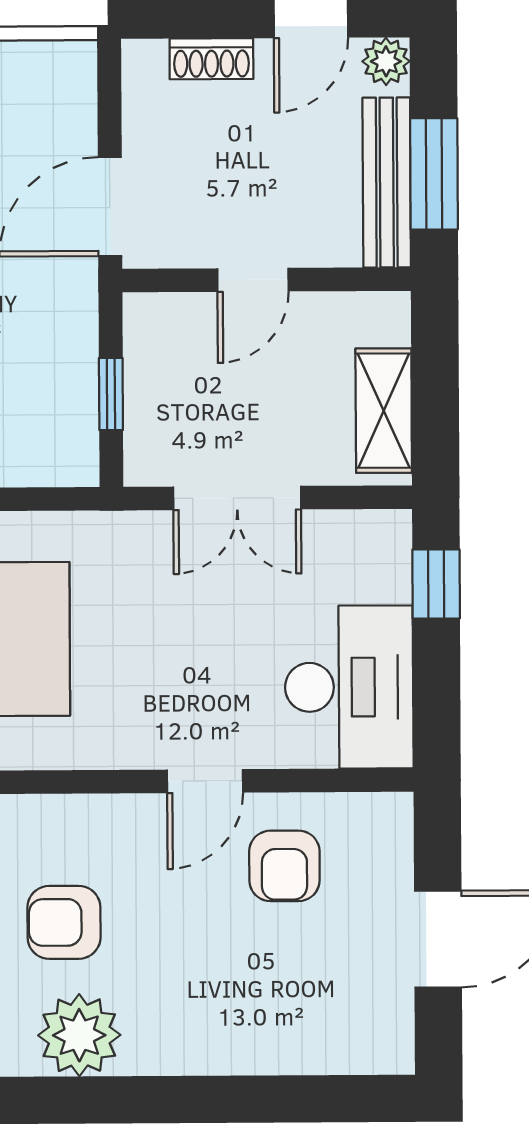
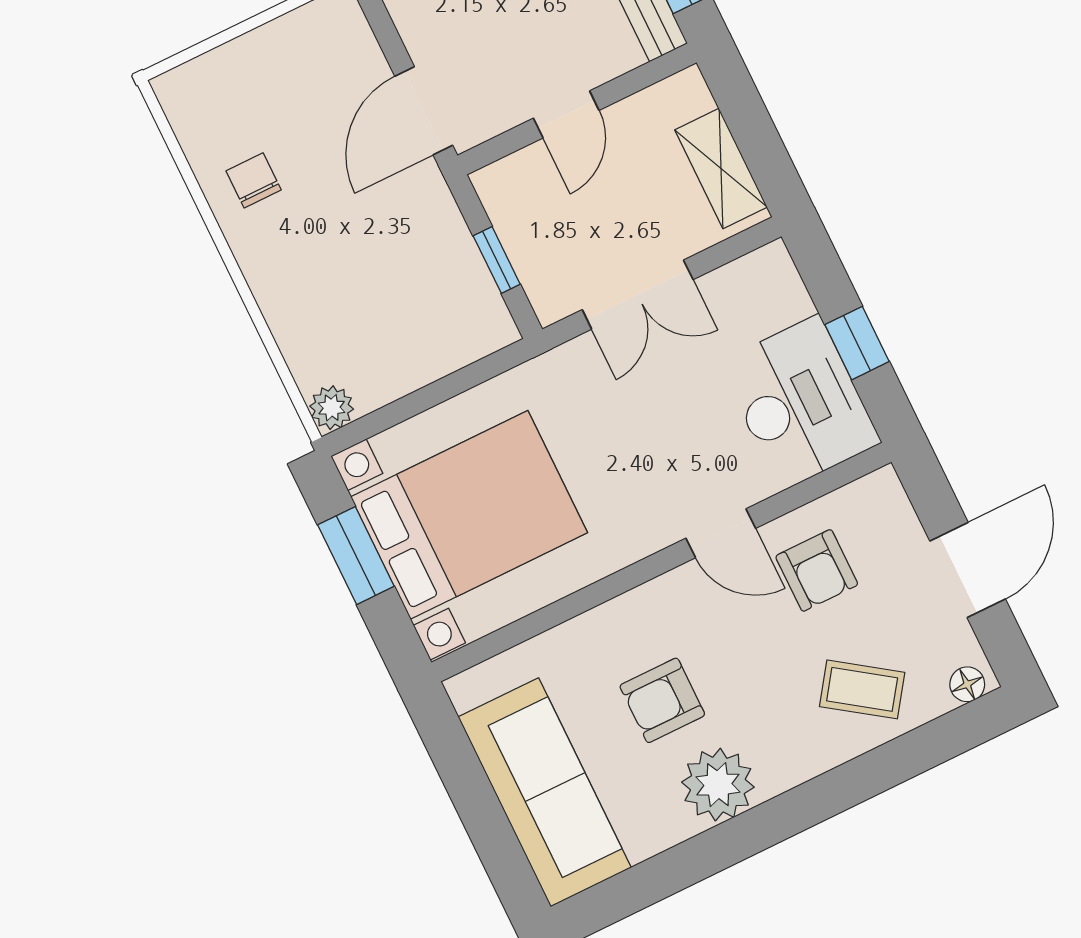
window: (436, 584) -> (857, 343), moved
door: (205, 781) -> (721, 533), hinge flipped
coffee table: (272, 1009) -> (862, 689), added
floor lamp: (382, 1055) -> (967, 684), added

